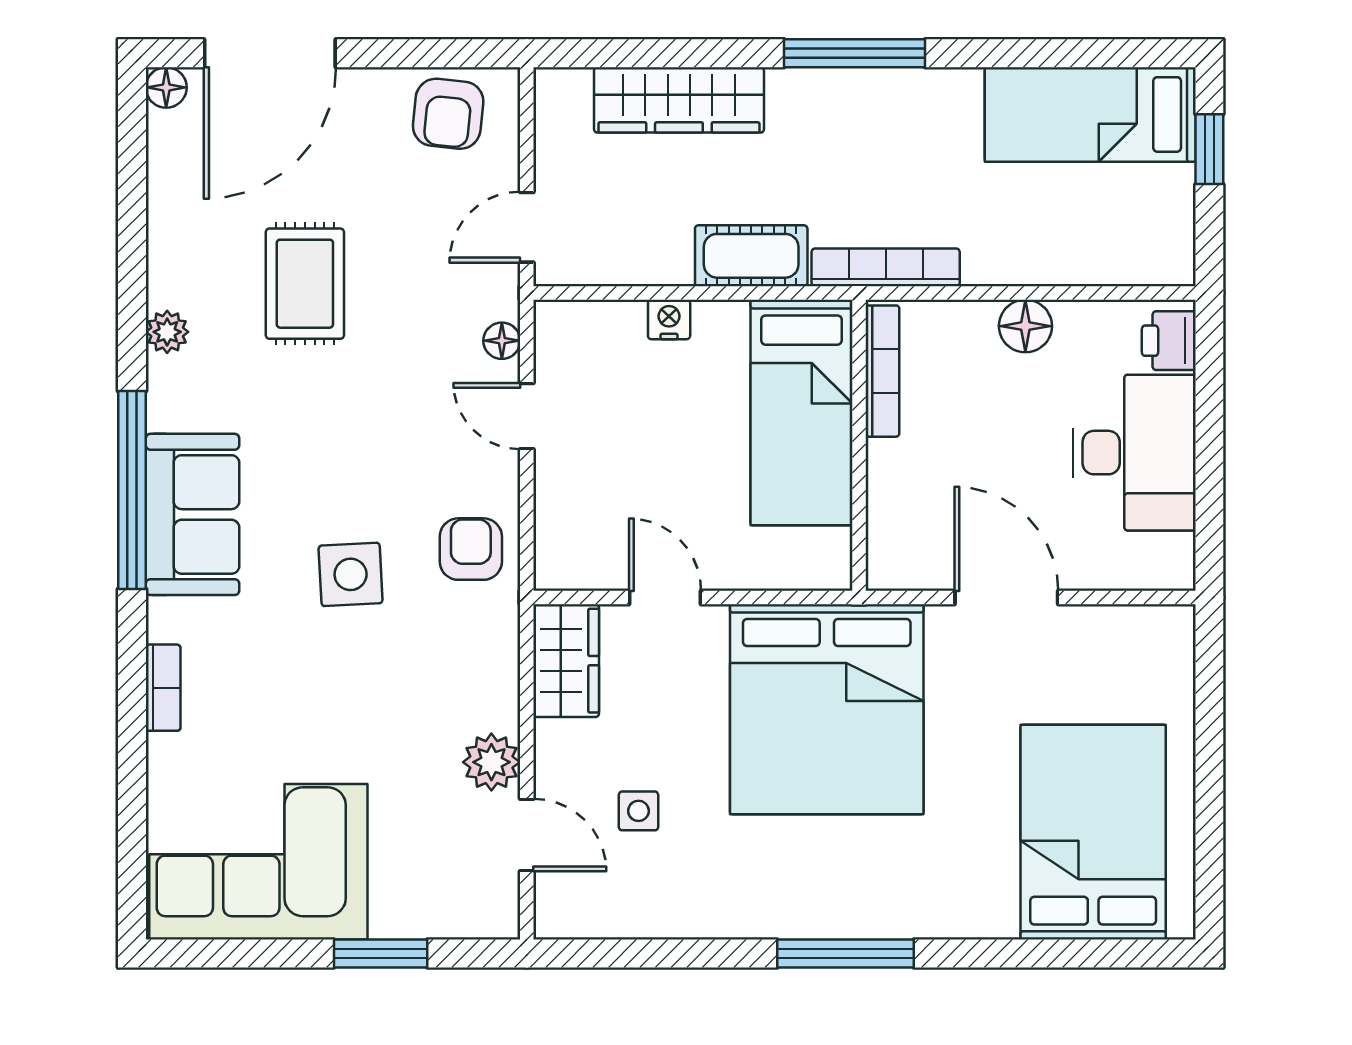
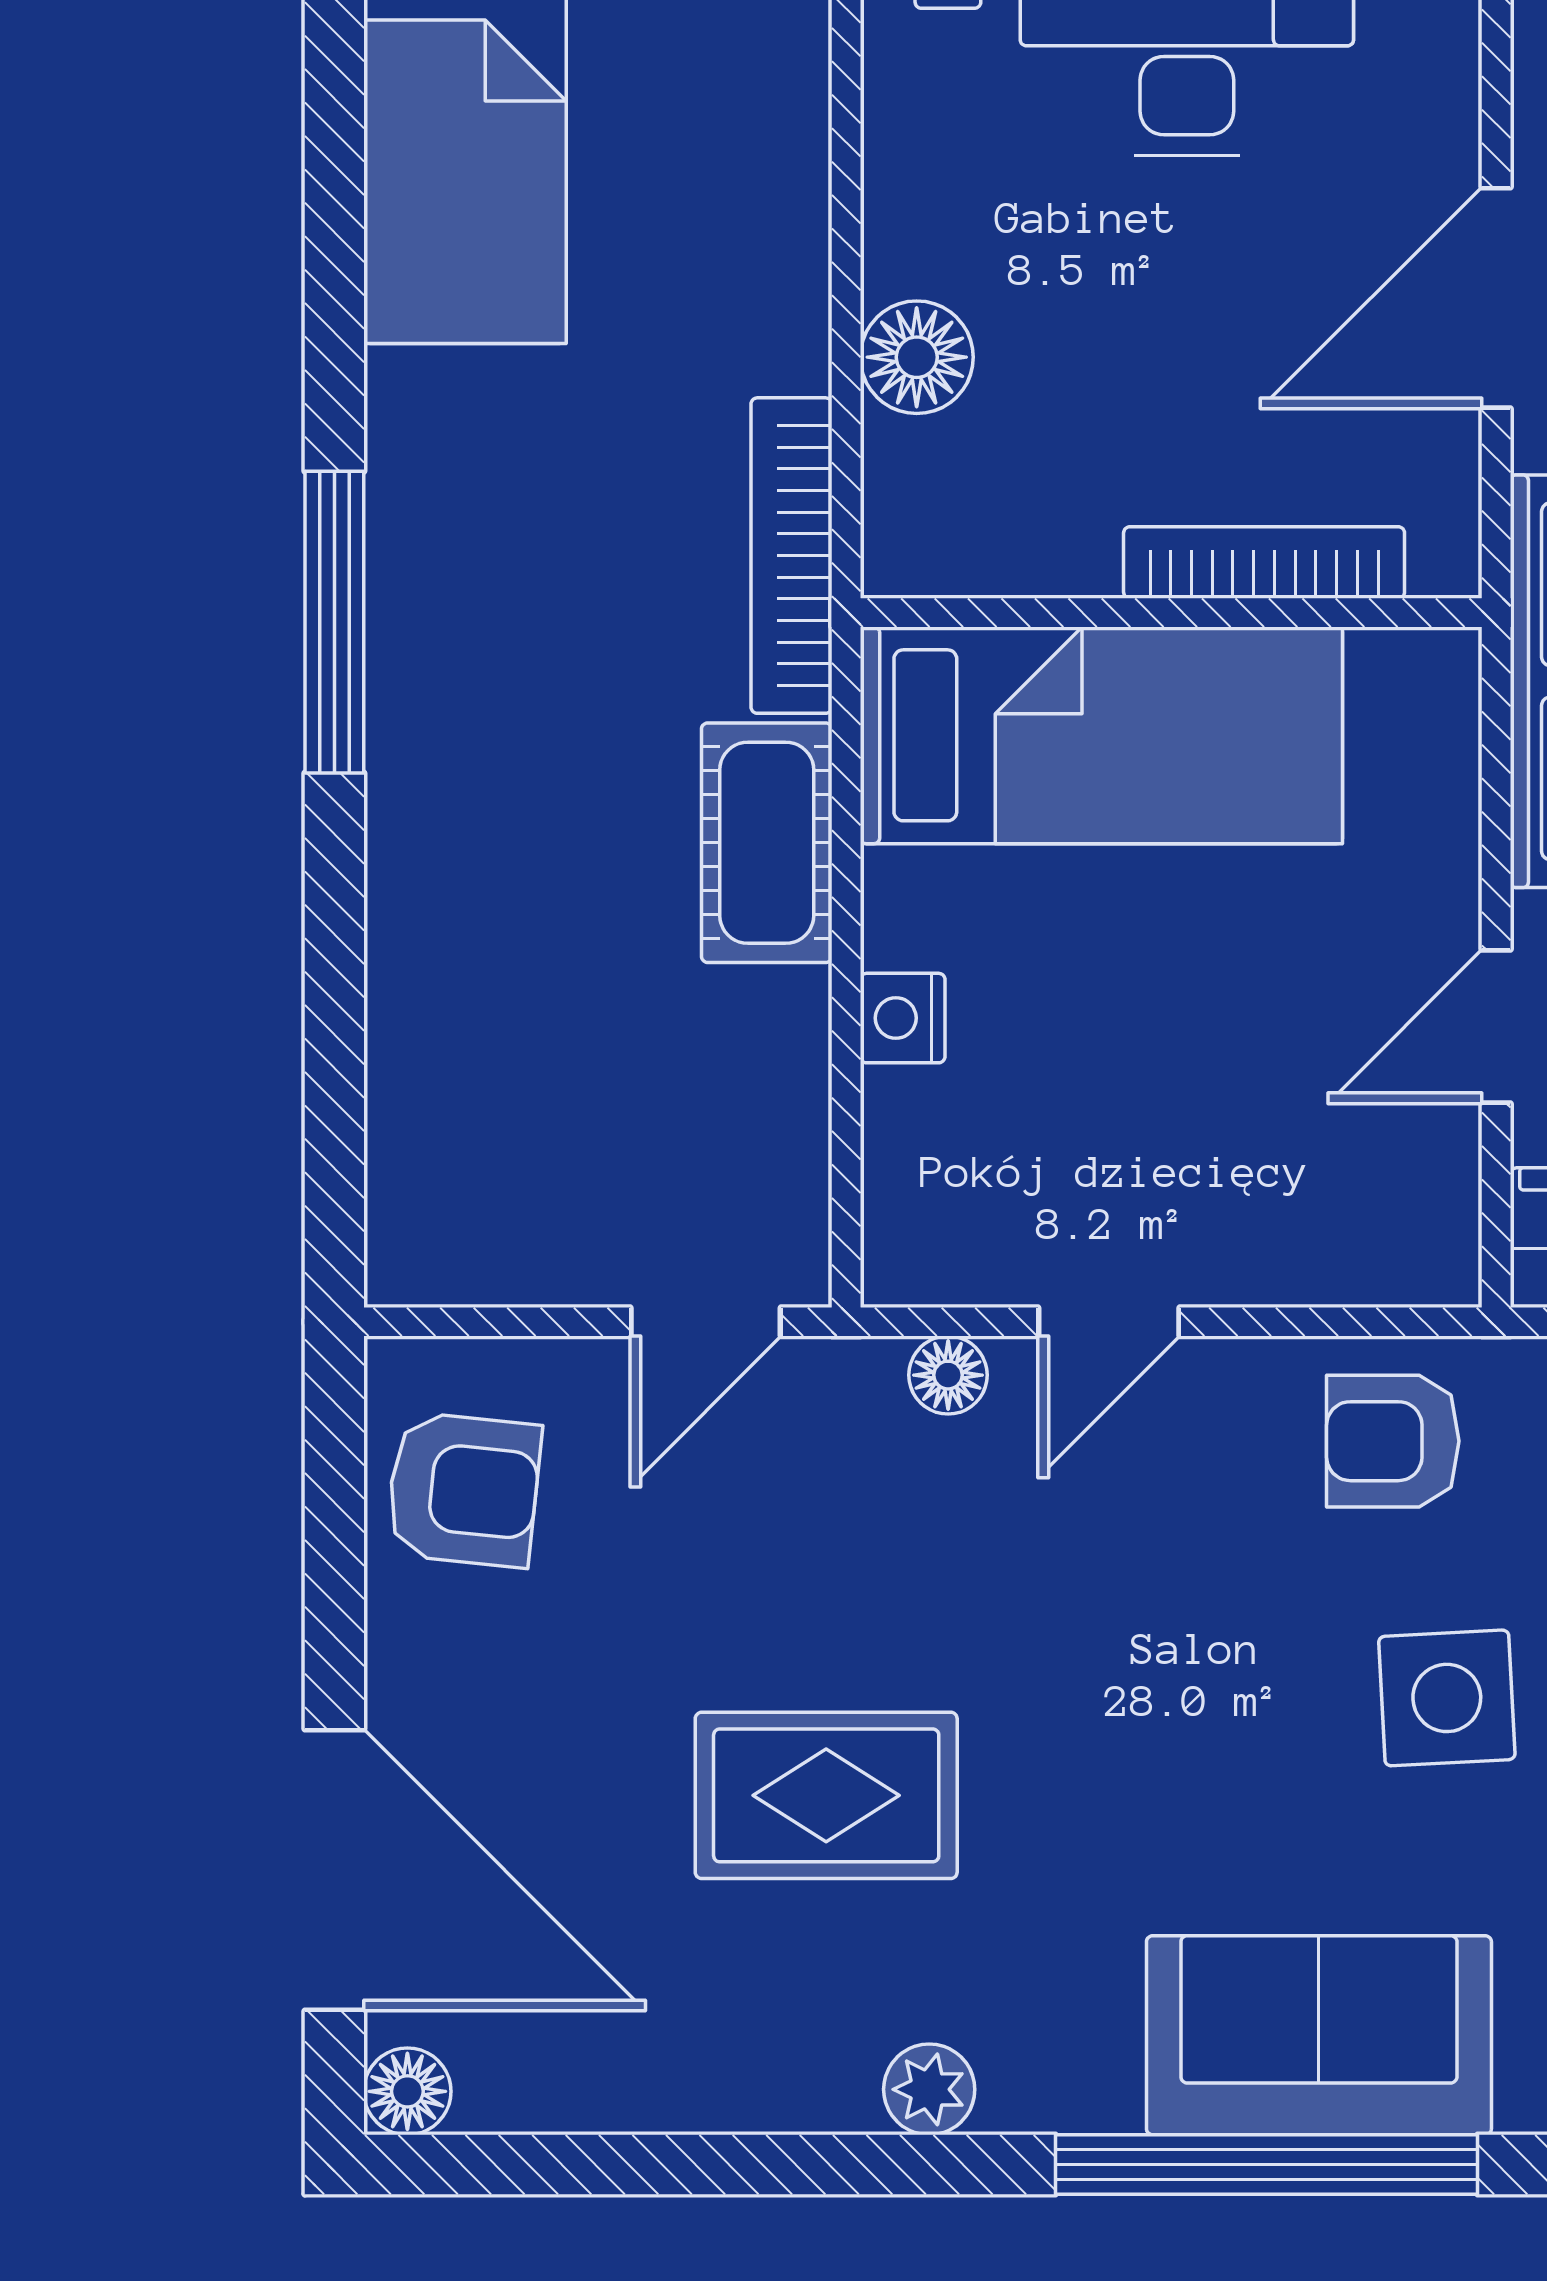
wardrobe: (679, 100) -> (434, 997), removed
door: (527, 227) -> (706, 1322), hinge flipped
floor lamp: (1025, 326) -> (917, 357), moved
bookcase: (882, 371) -> (1264, 563), moved

